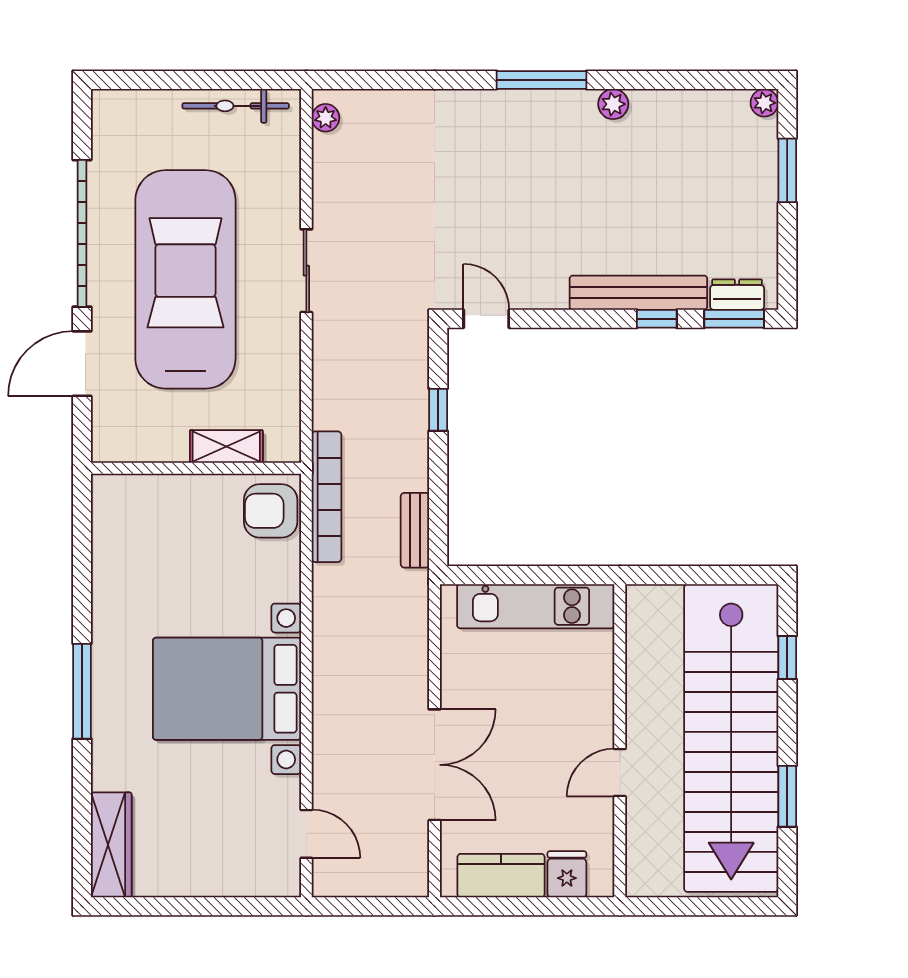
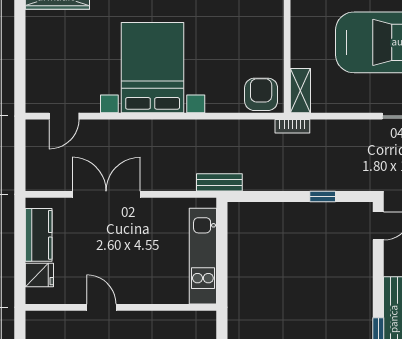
shelving: (226, 446) -> (300, 91), moved
bookcase: (327, 497) -> (292, 126), width x0.43, depth x0.76
bench: (415, 530) -> (219, 182), moved
double door: (435, 765) -> (106, 194), swing flipped

